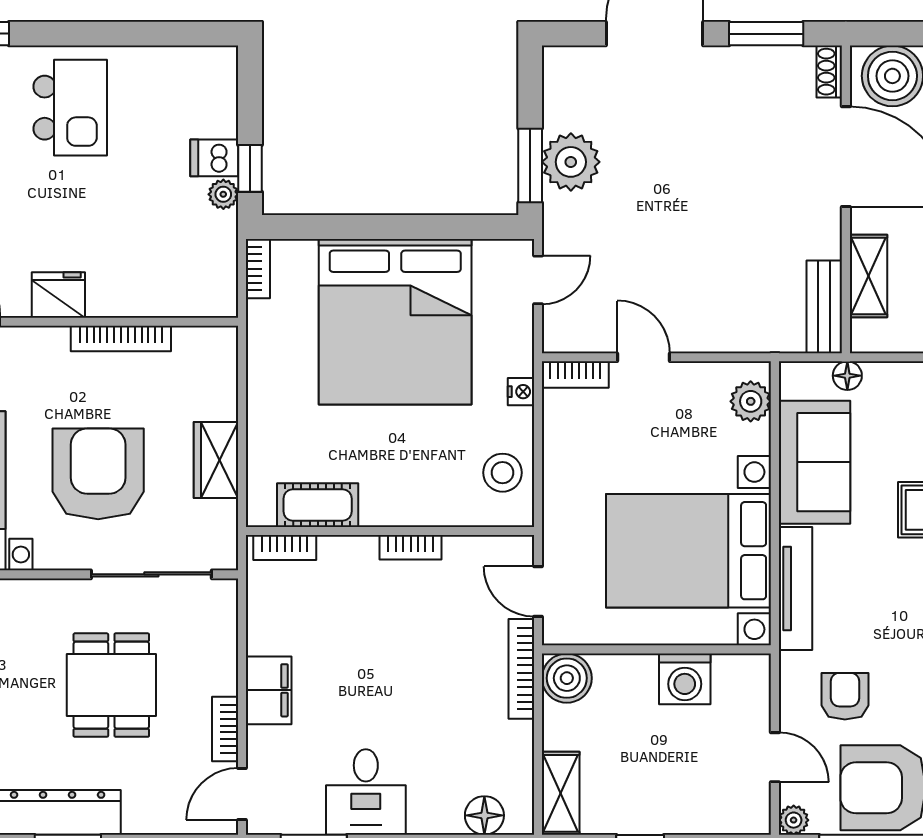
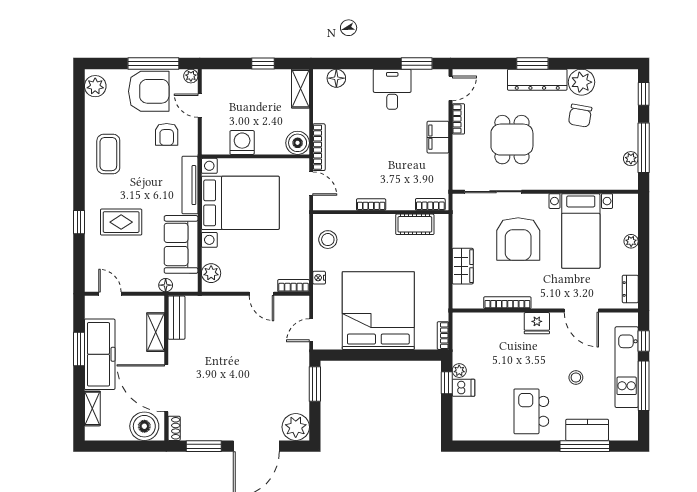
plant: (571, 162) -> (296, 427), moved
wardrobe: (216, 460) -> (463, 266), moved

